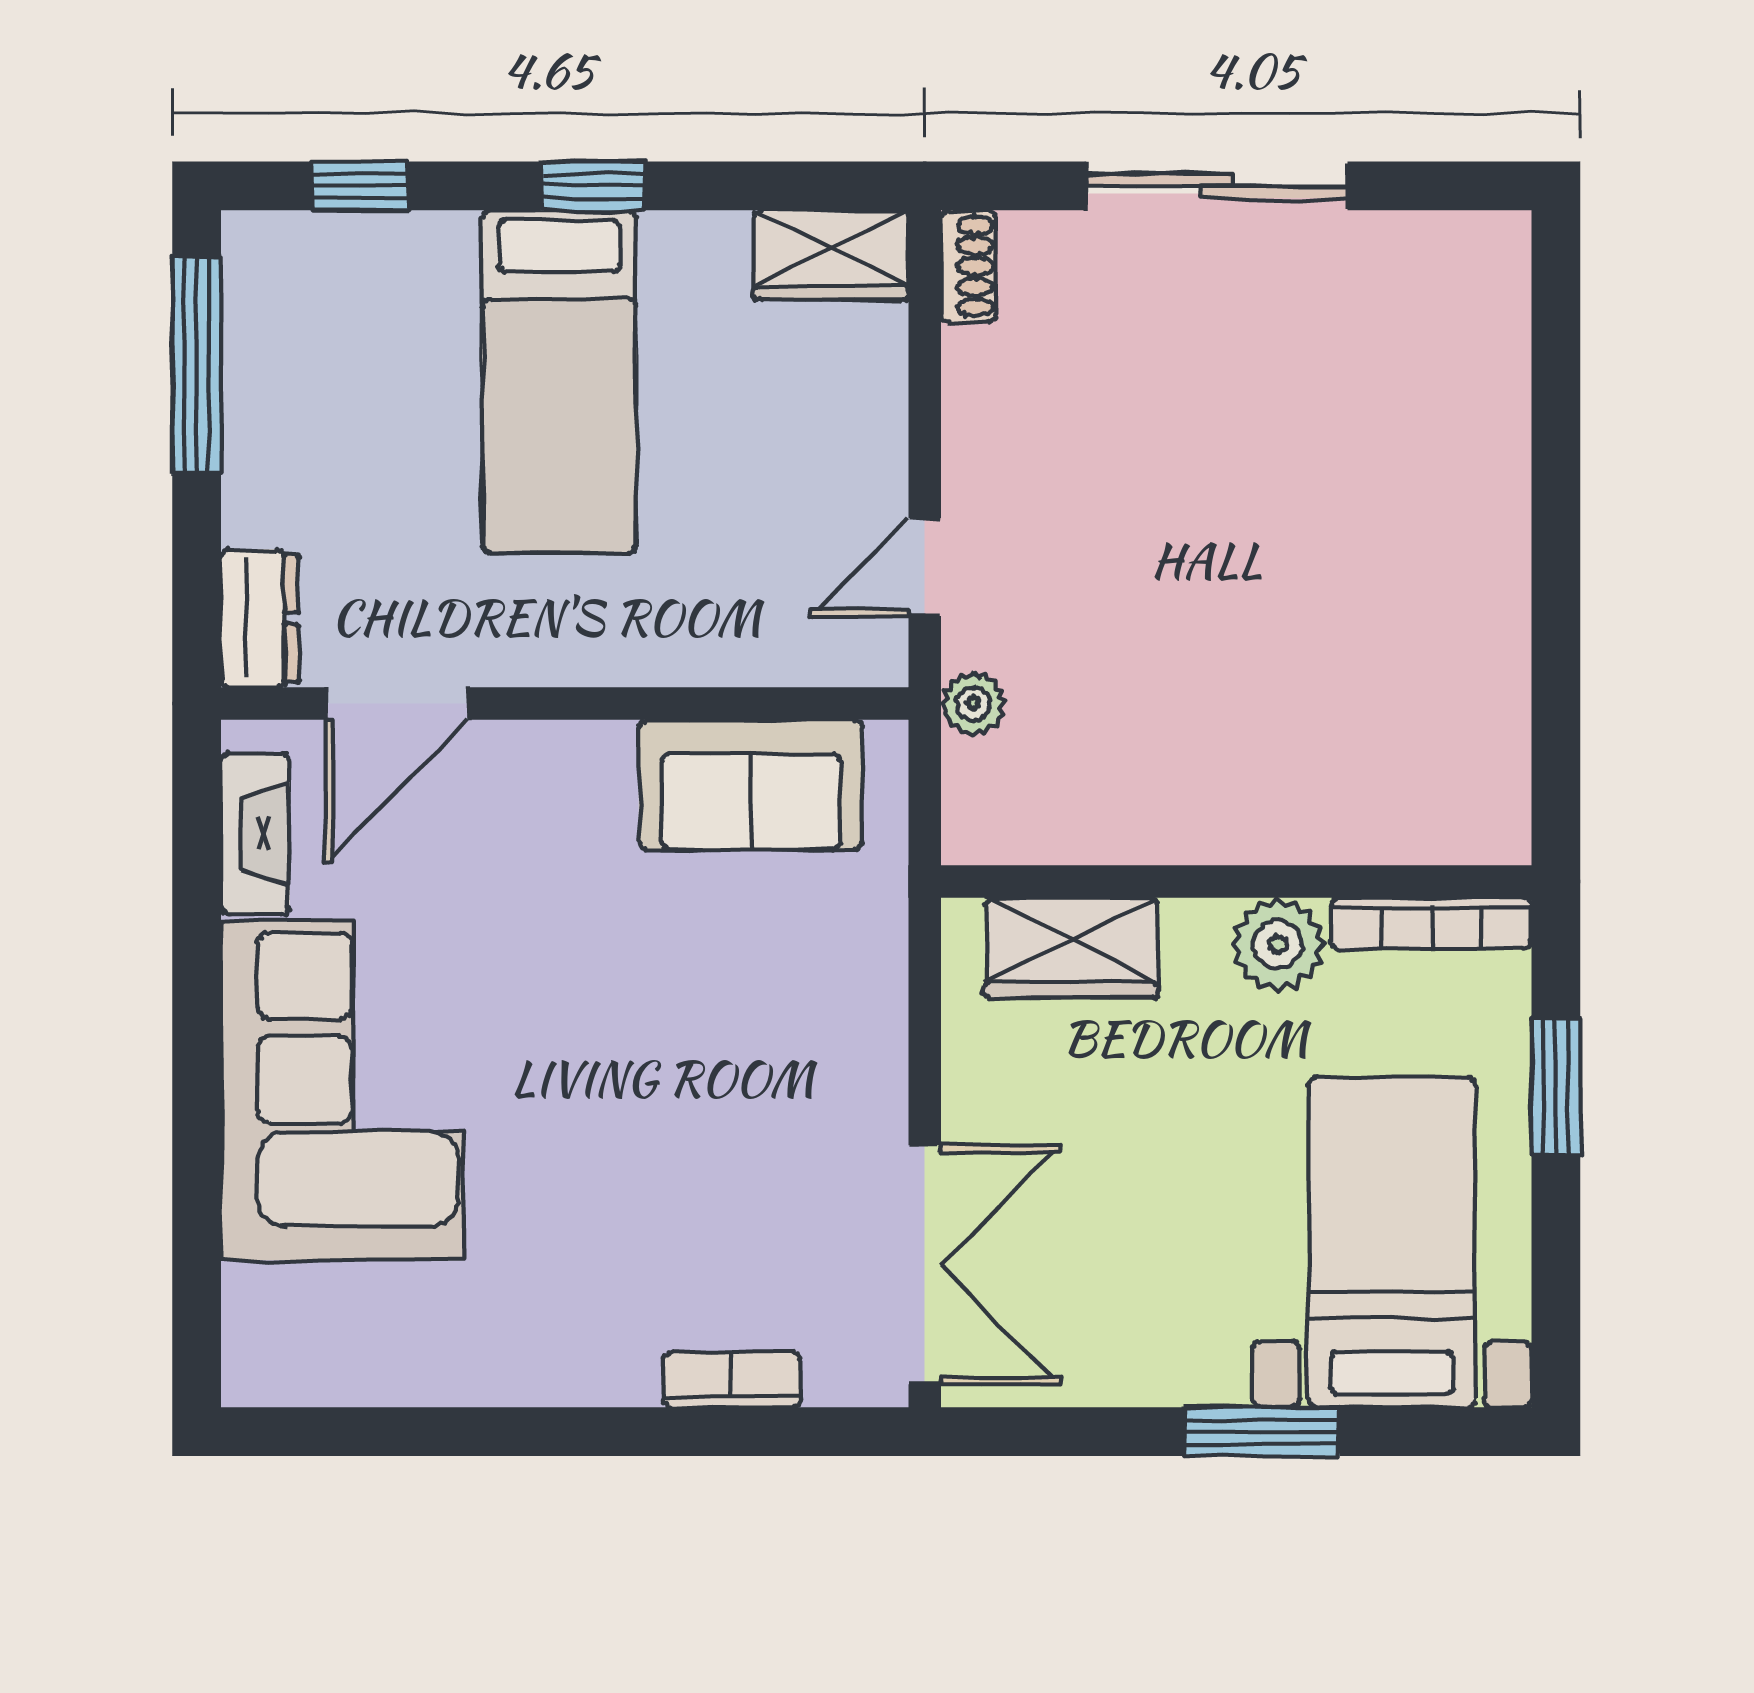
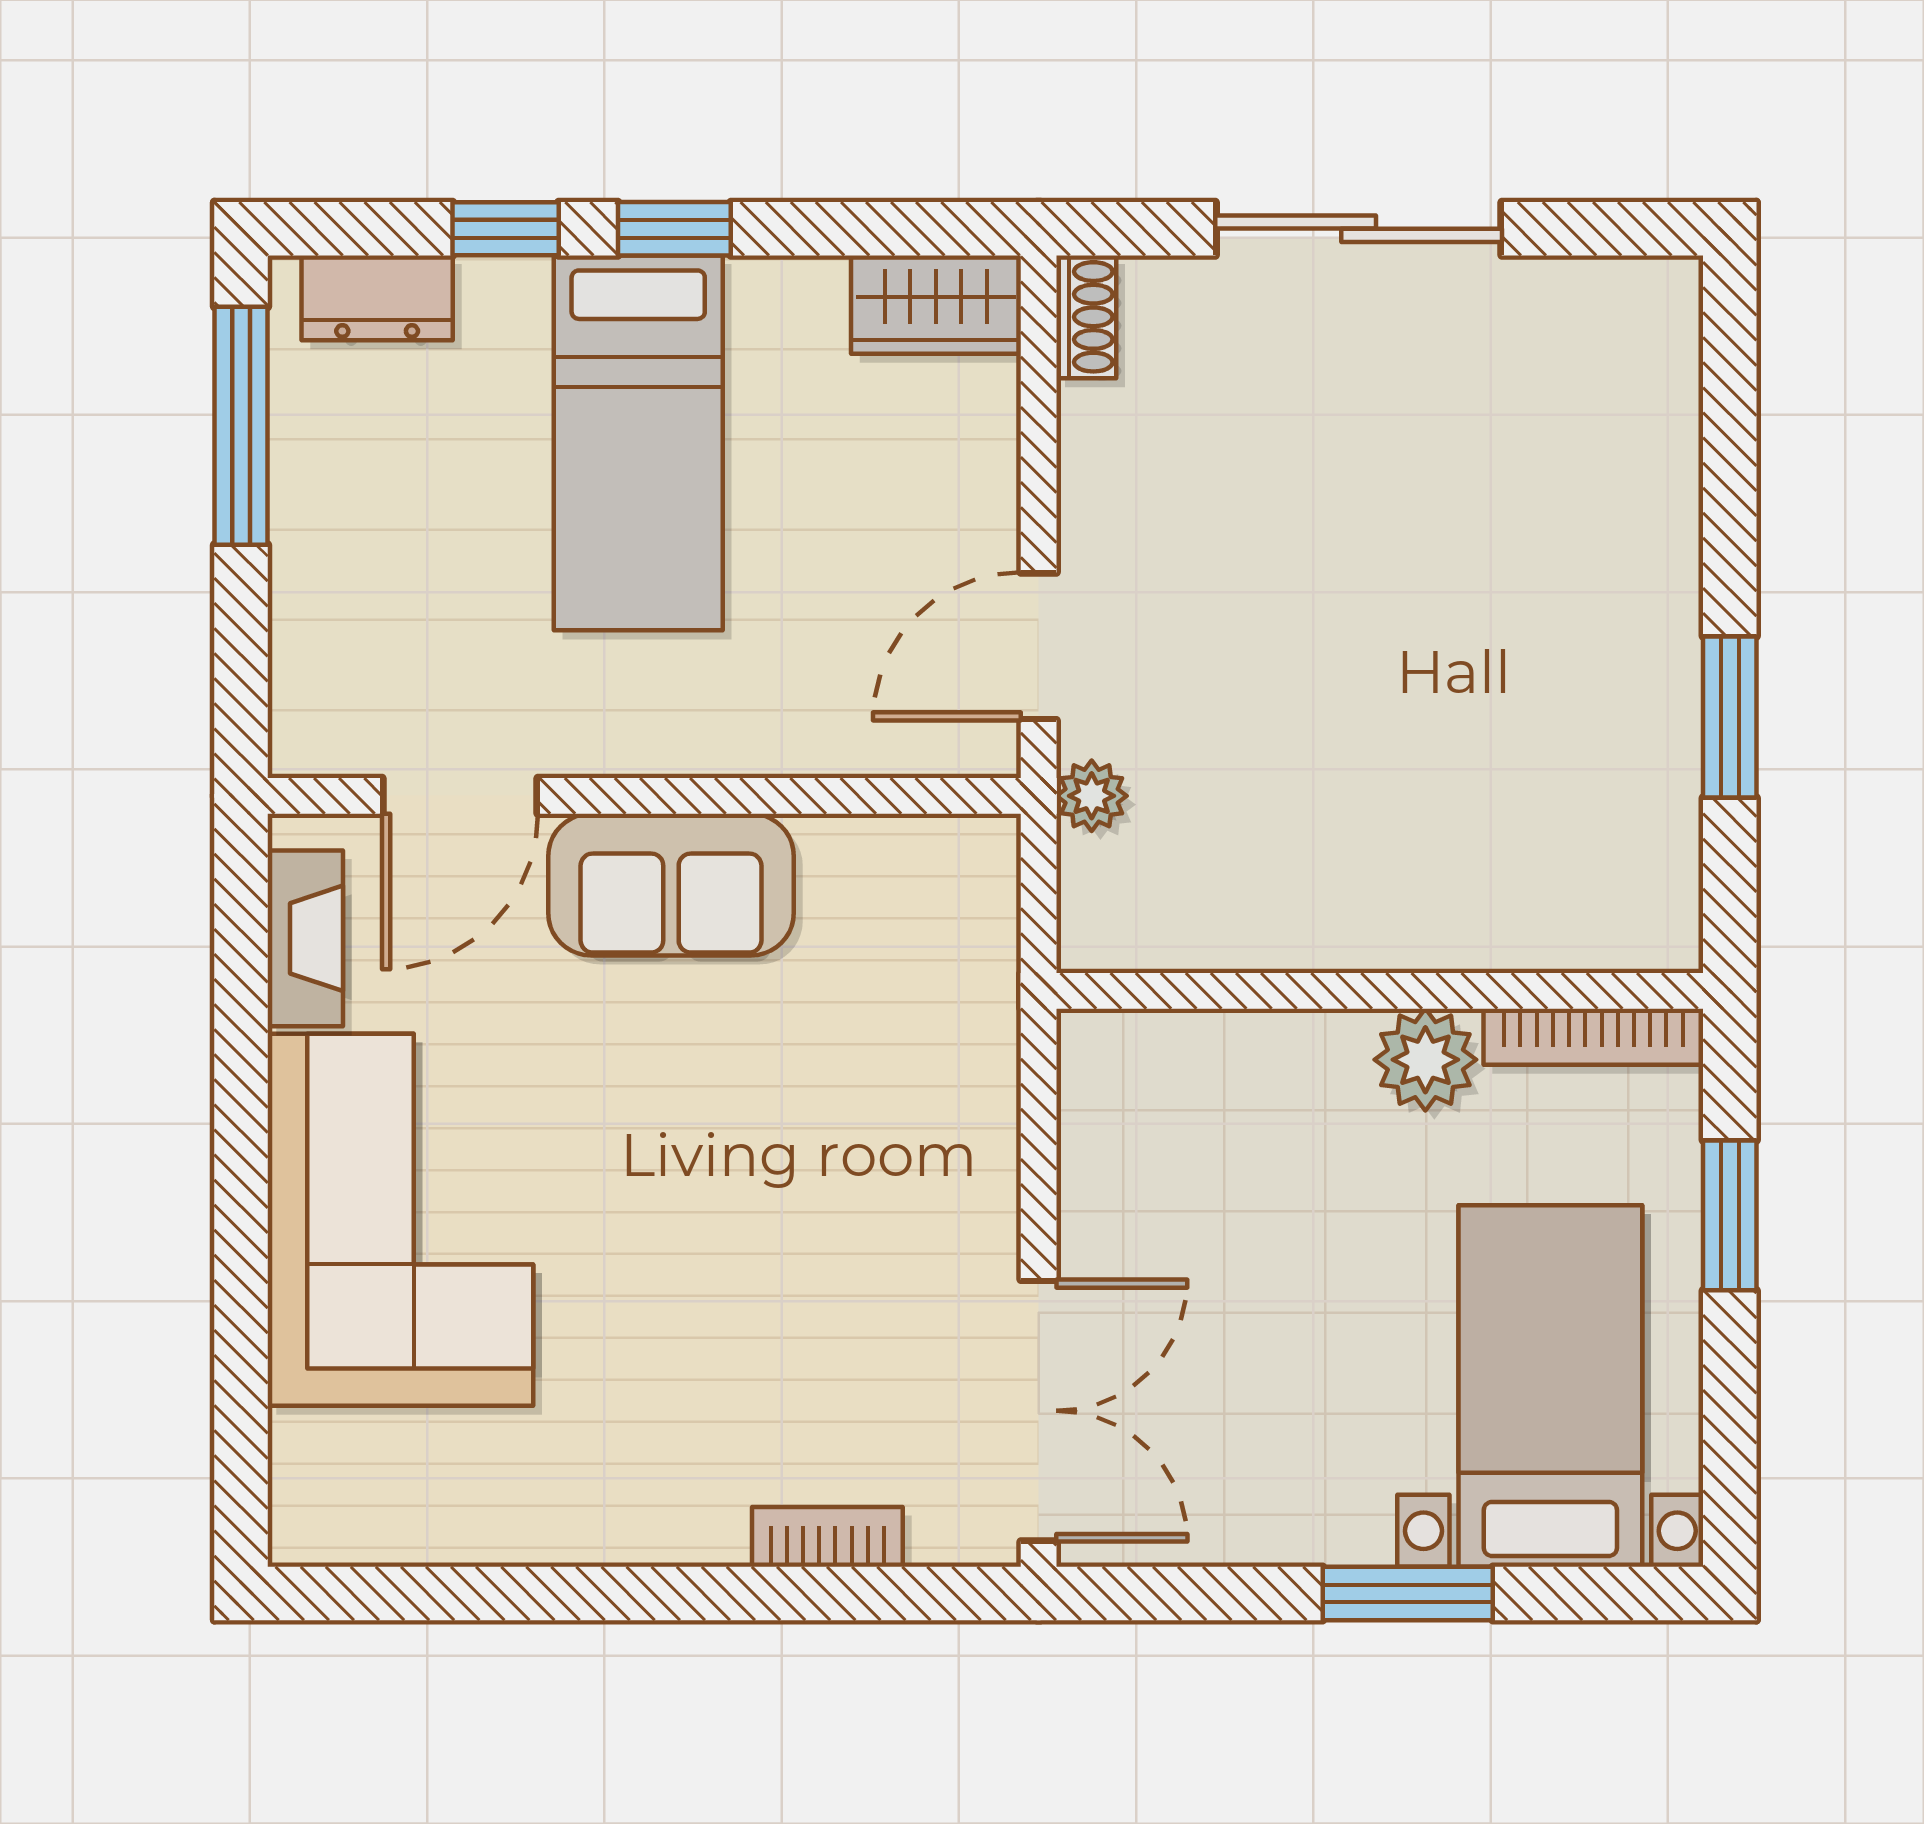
window: (361, 186) -> (506, 229), moved
door: (925, 567) -> (1039, 646), width x1.38
dresser: (260, 618) -> (377, 298), moved, turned 90
window: (1556, 632) -> (1730, 717), added
sofa: (751, 785) -> (671, 885), moved
wardrobe: (1071, 948) -> (1199, 1063), removed

